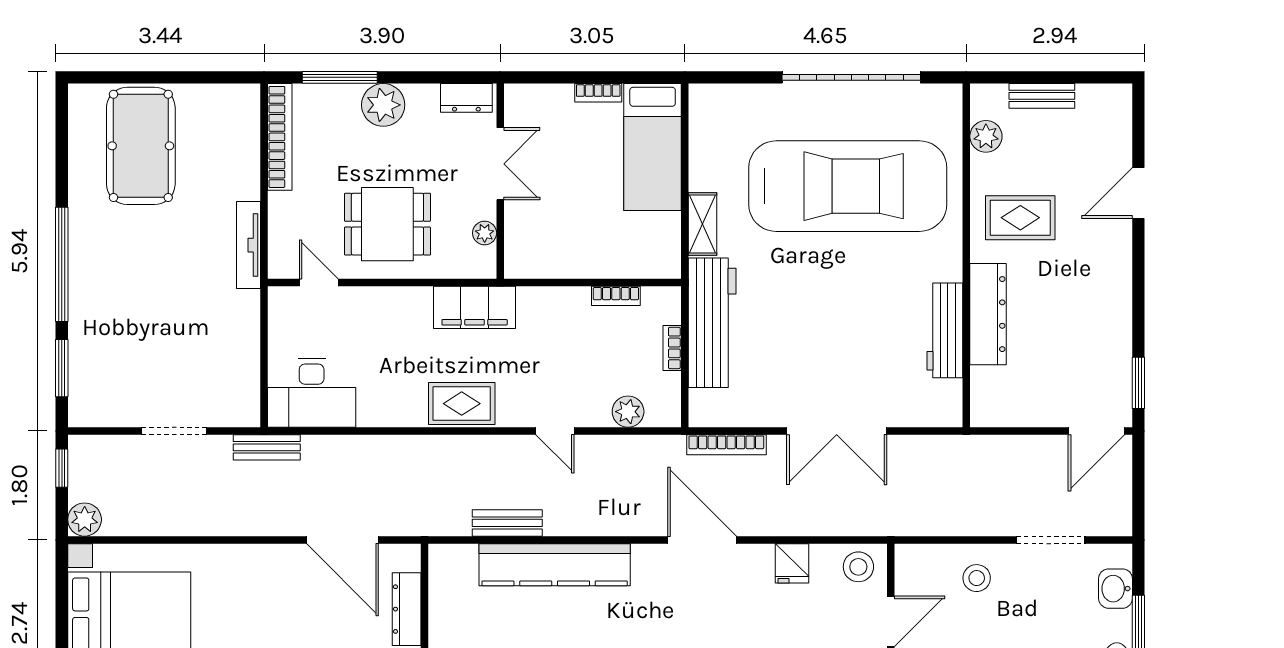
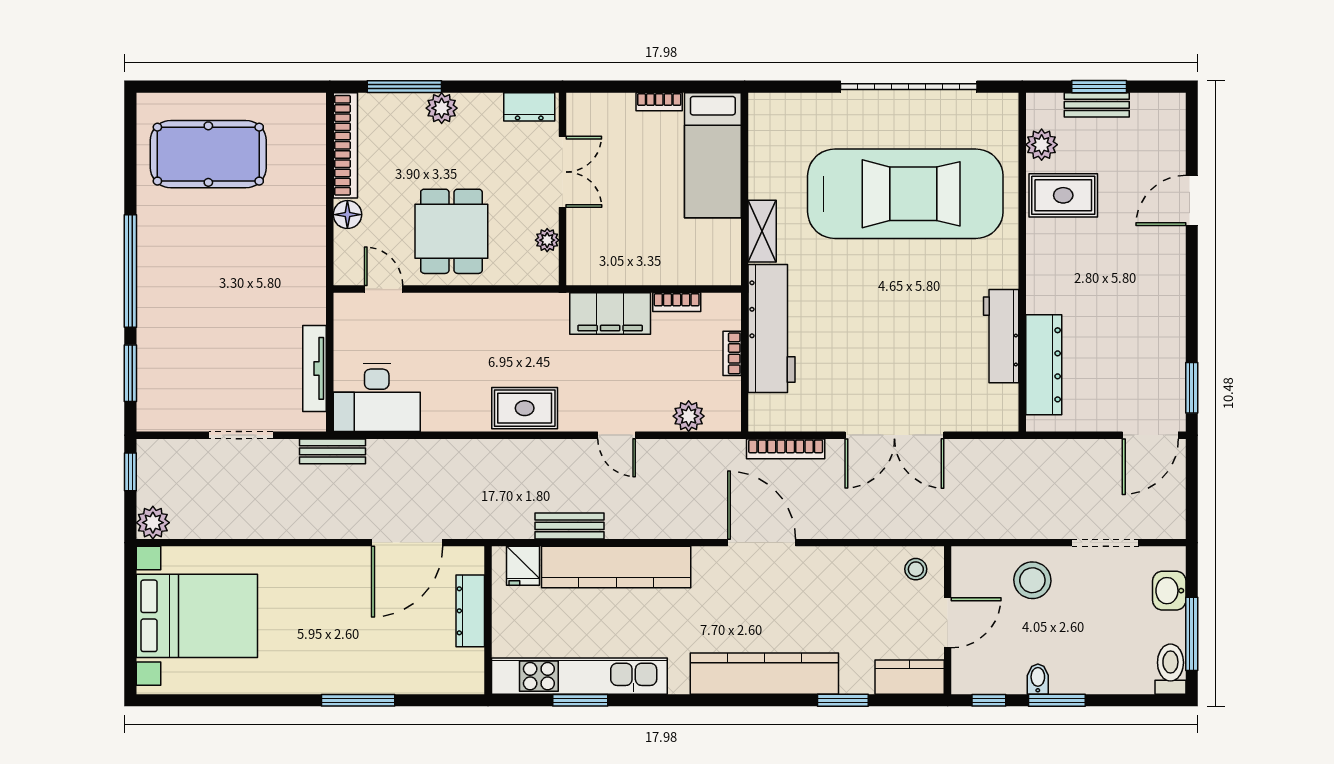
window: (1044, 77) -> (1099, 87), added
plant: (383, 105) -> (442, 108), width x0.73, depth x0.73
pool table: (141, 146) -> (208, 154), turned 90
floor lamp: (282, 207) -> (347, 215), added
rug: (1020, 218) -> (1063, 195), moved
dining table: (387, 224) -> (451, 231), turned 90
tv unit: (249, 245) -> (314, 368), moved
filing cabinet: (475, 307) -> (610, 313), moved
dresser: (988, 314) -> (1044, 365), moved
door: (343, 540) -> (407, 543), hinge flipped
fridge: (792, 563) -> (523, 566), moved
stool: (858, 567) -> (916, 569), width x0.73, depth x0.73
stool: (977, 578) -> (1032, 580), width x1.38, depth x1.38

